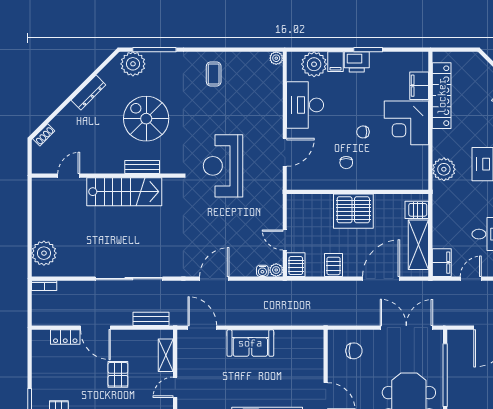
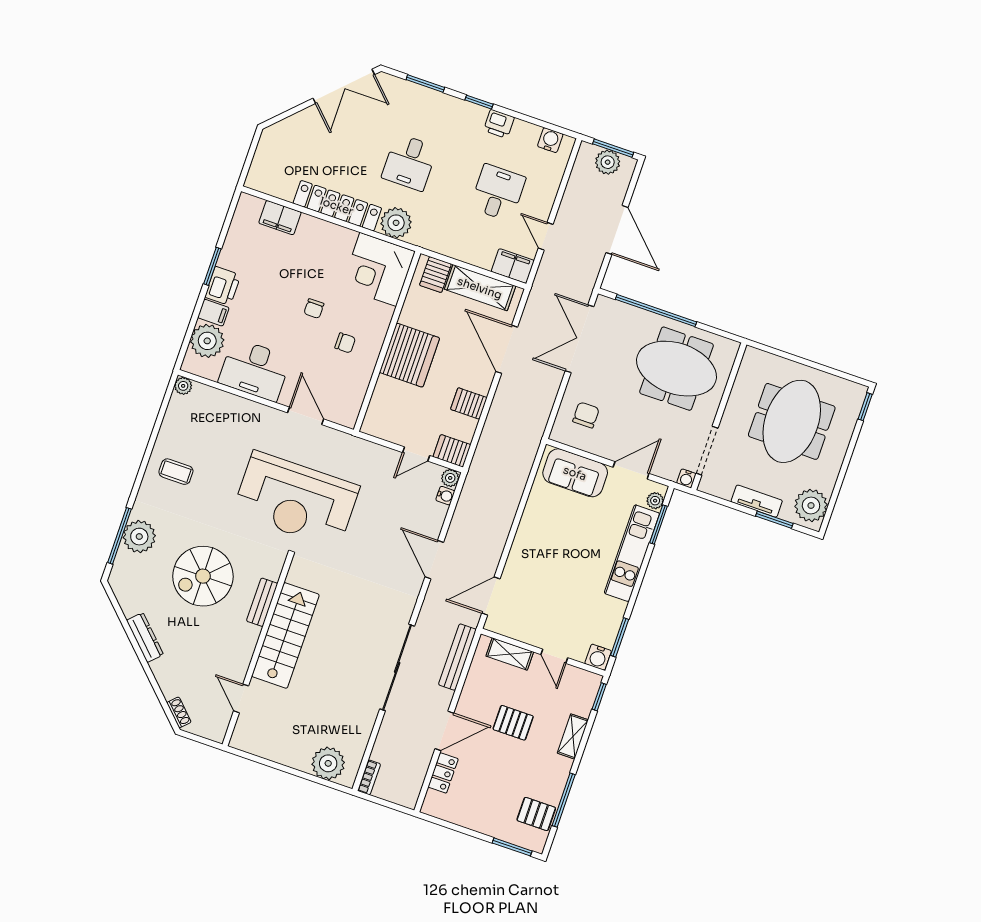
plant: (133, 64) -> (139, 537), moved
locker: (442, 96) -> (337, 206), moved
corner desk: (406, 123) -> (378, 269), moved, turned 90
reception desk: (223, 166) -> (296, 500), width x1.36, depth x1.30
bench: (151, 319) -> (457, 657), width x1.36
sofa: (250, 343) -> (575, 473), moved, turned 90

